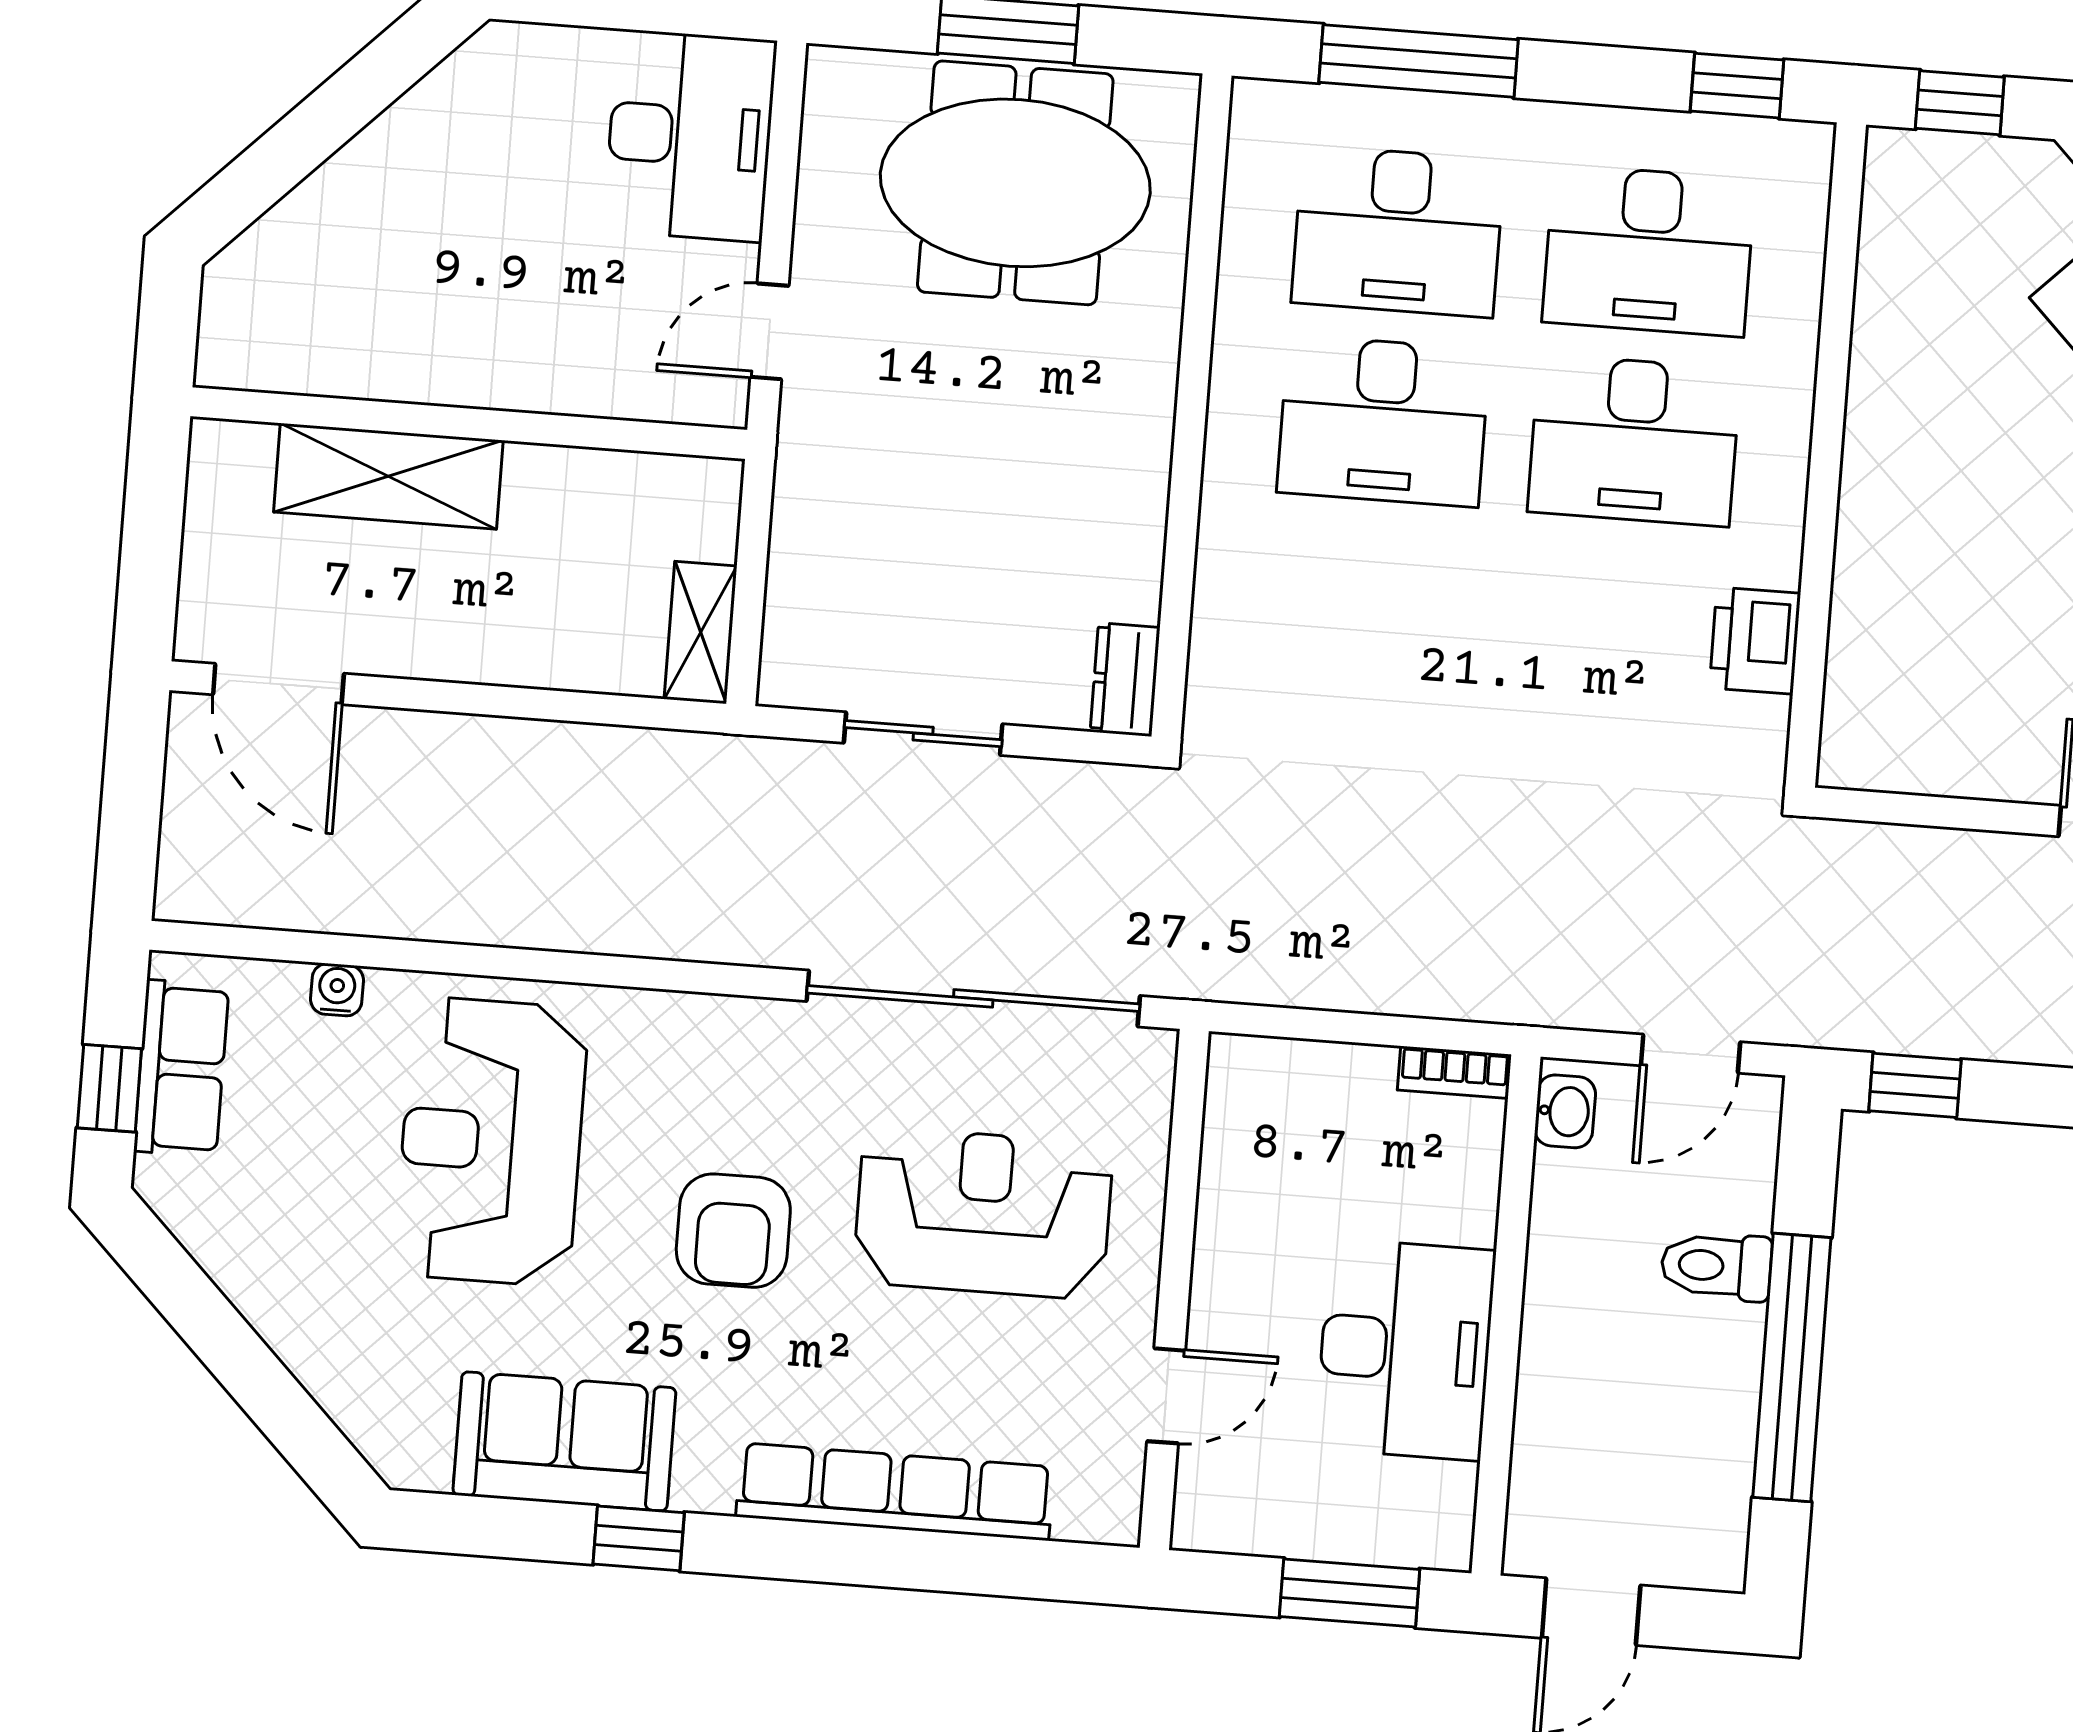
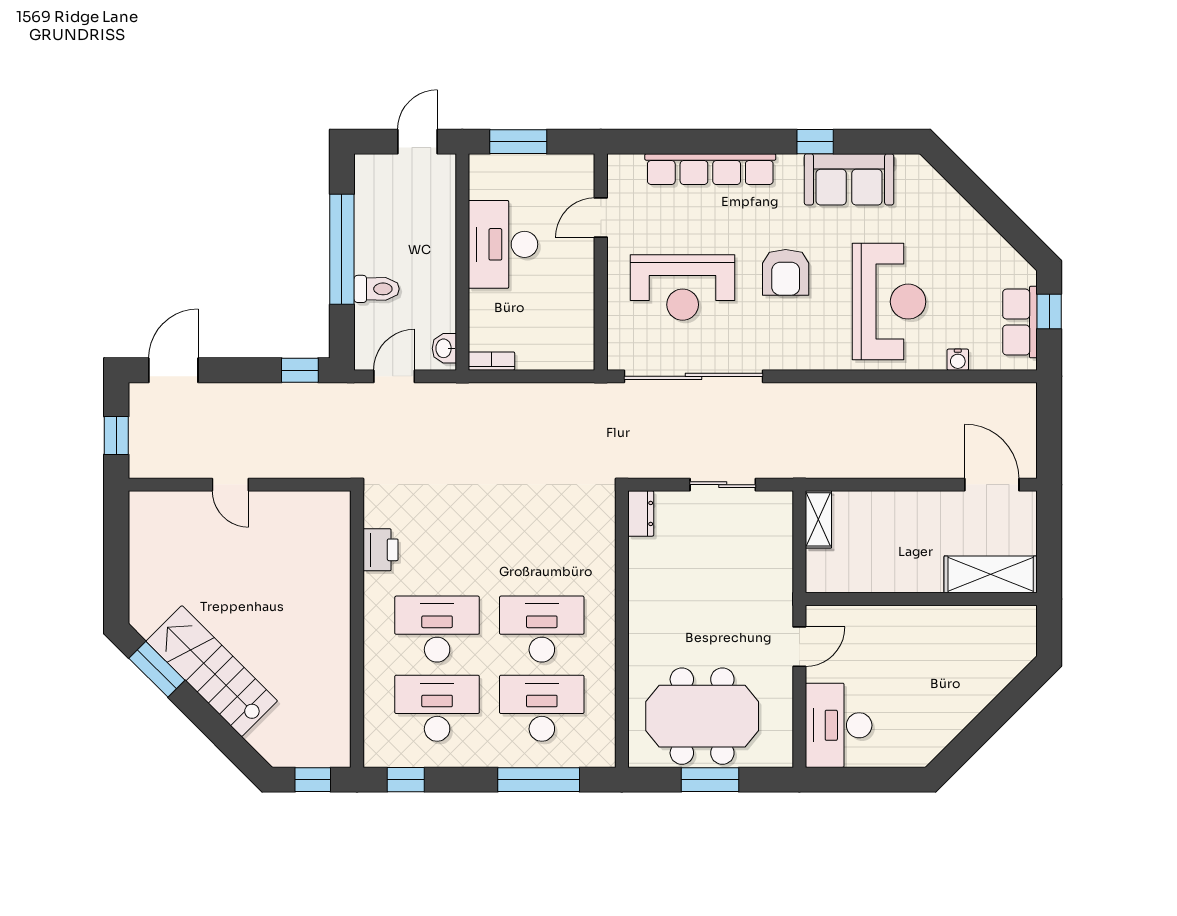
shelving: (388, 476) -> (991, 574), moved
armchair: (733, 1231) -> (786, 272), turned 180

